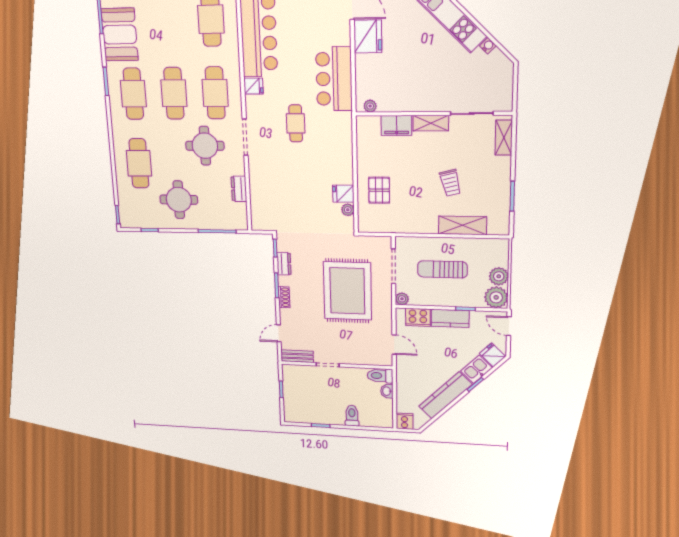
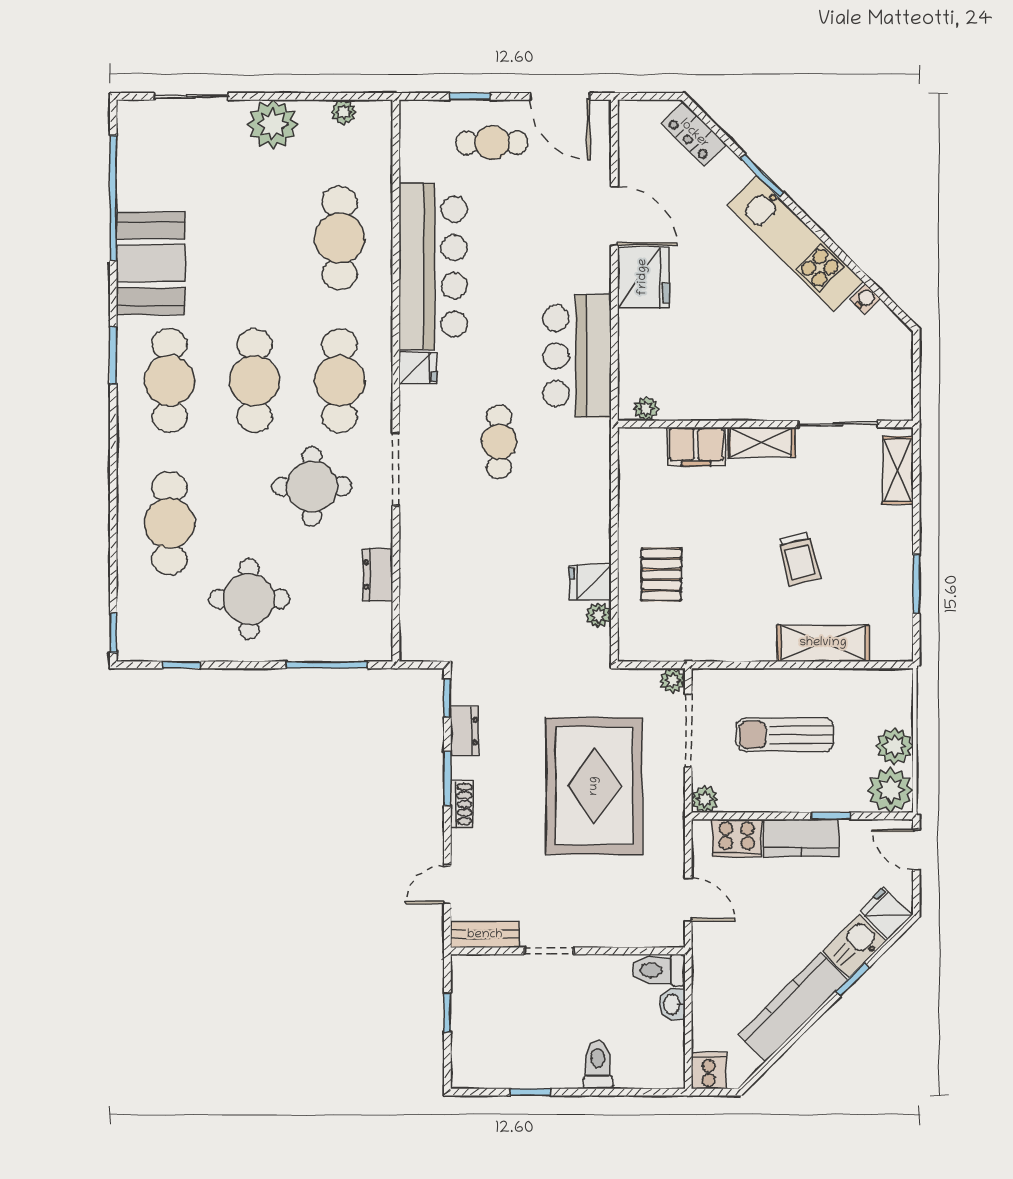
plant: (385, 242) -> (672, 681), added

